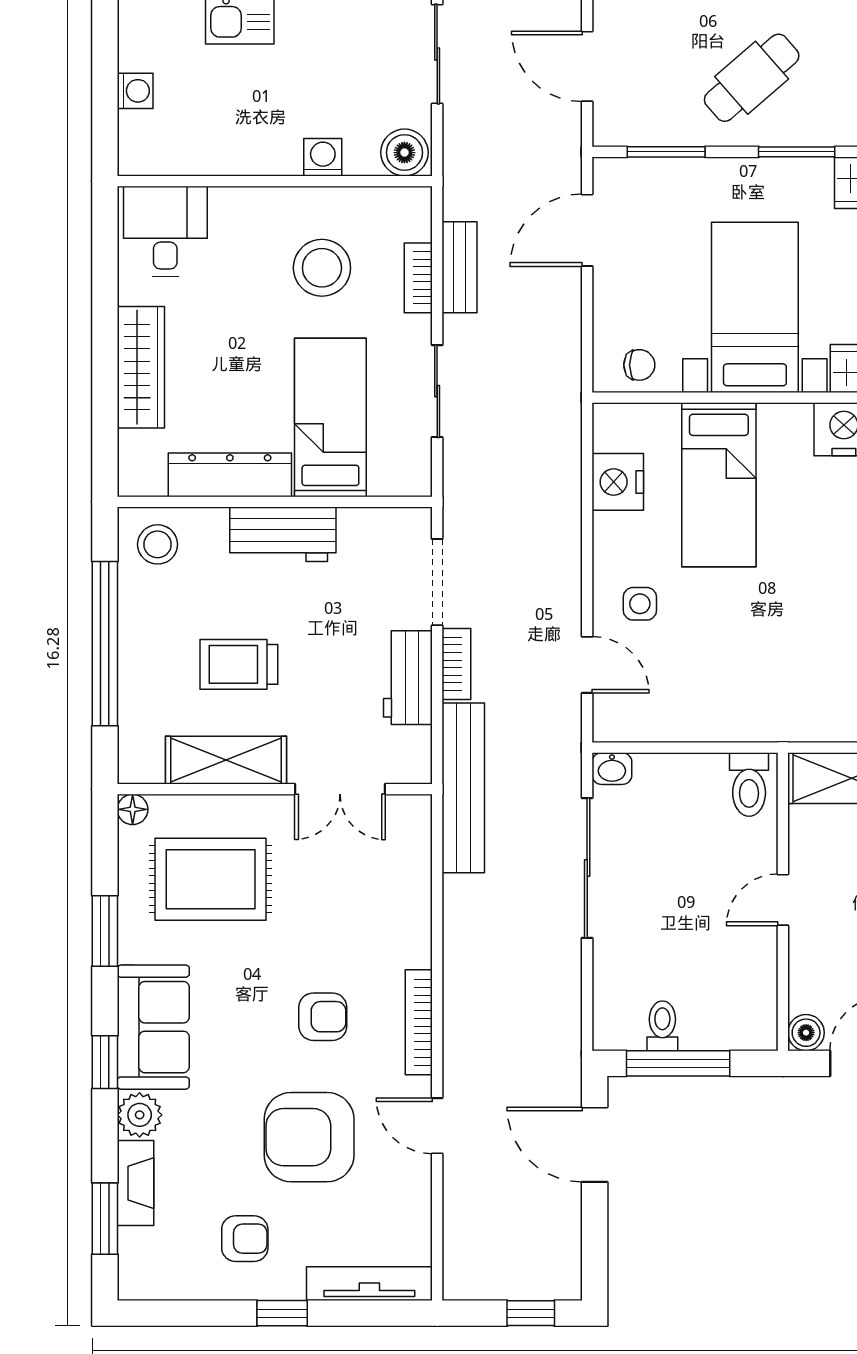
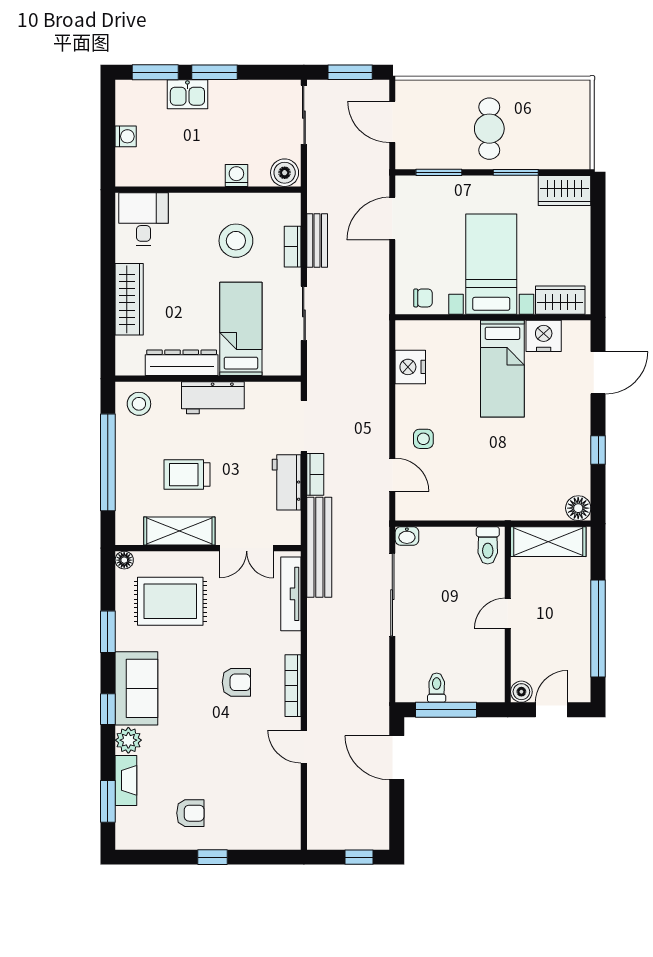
cafe table: (752, 78) -> (489, 129), turned -49
bed: (719, 485) -> (502, 369), moved
armchair: (309, 1137) -> (228, 753), removed
tv unit: (369, 1284) -> (291, 594), moved, turned -90

